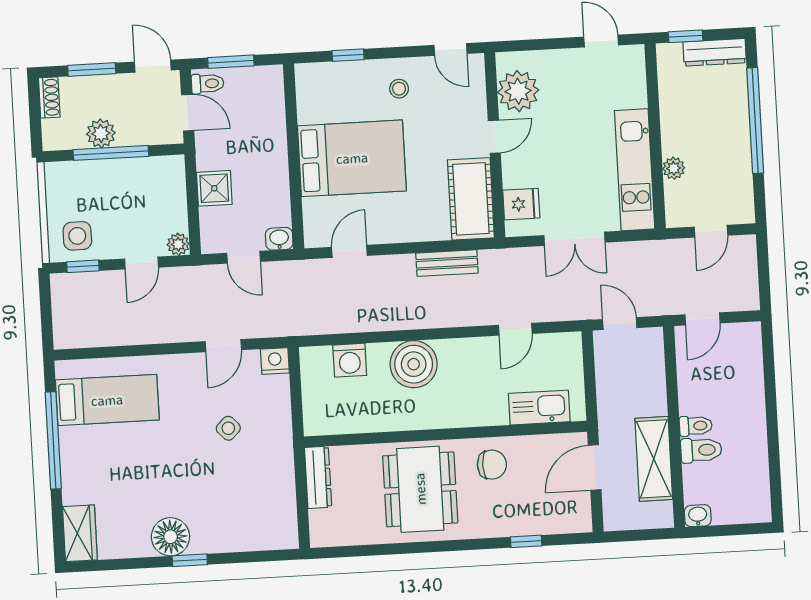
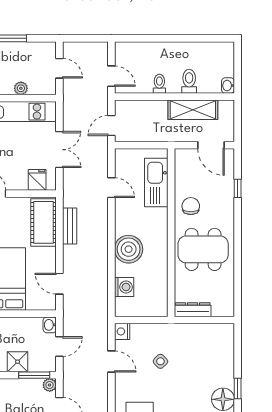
cot: (471, 199) -> (44, 222), moved, turned 90
window: (193, 218) -> (34, 375), added
kitchen sink: (539, 408) -> (156, 182), width x1.36, depth x1.24
toilet: (696, 426) -> (159, 84), moved
door: (595, 468) -> (211, 145), moved

